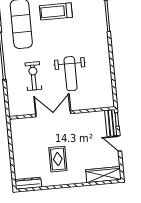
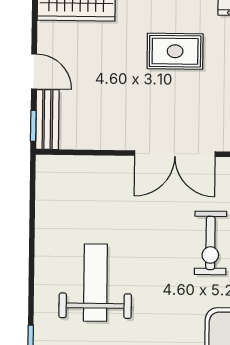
weight bench: (71, 74) -> (95, 283), moved
rug: (58, 159) -> (175, 51), turned 90

